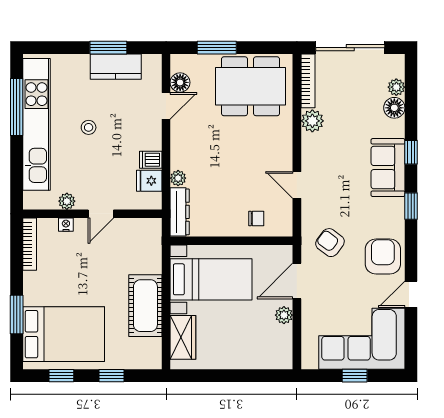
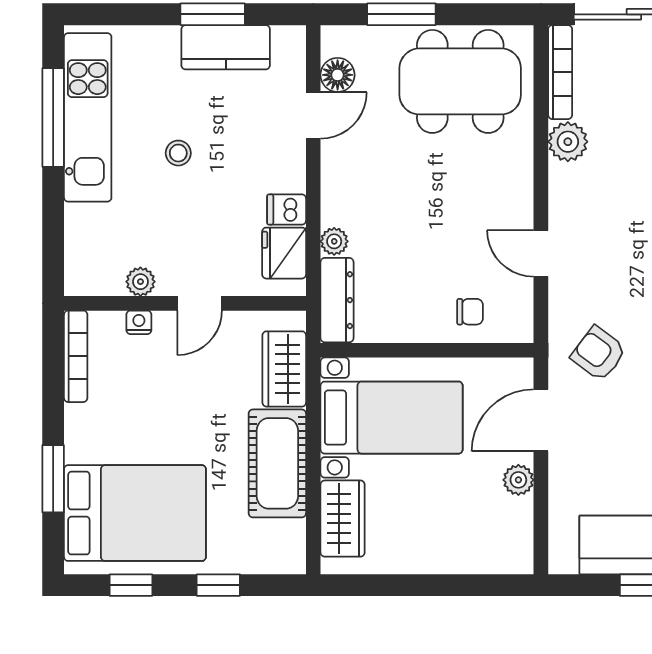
kitchen unit: (37, 124) -> (88, 117), width x0.73
fridge: (149, 181) -> (284, 253), width x1.38
wardrobe: (149, 251) -> (284, 369), added

